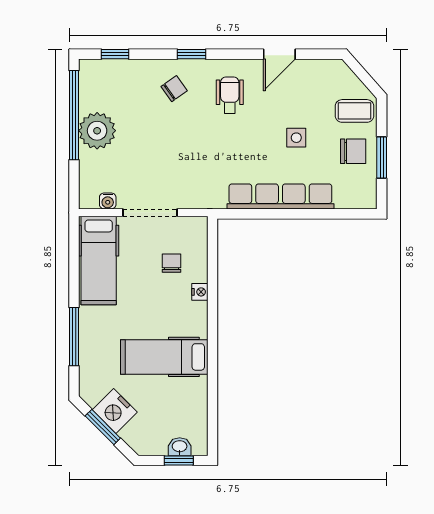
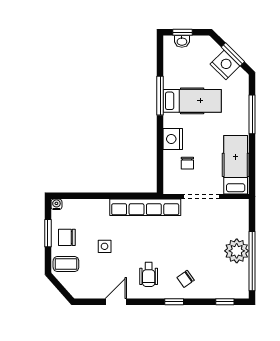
row of seats: (280, 197) -> (145, 207), moved
water cooler: (108, 201) -> (56, 204), moved
nightstand: (200, 292) -> (173, 139), width x1.89, depth x1.79
window: (213, 365) -> (160, 96), added

